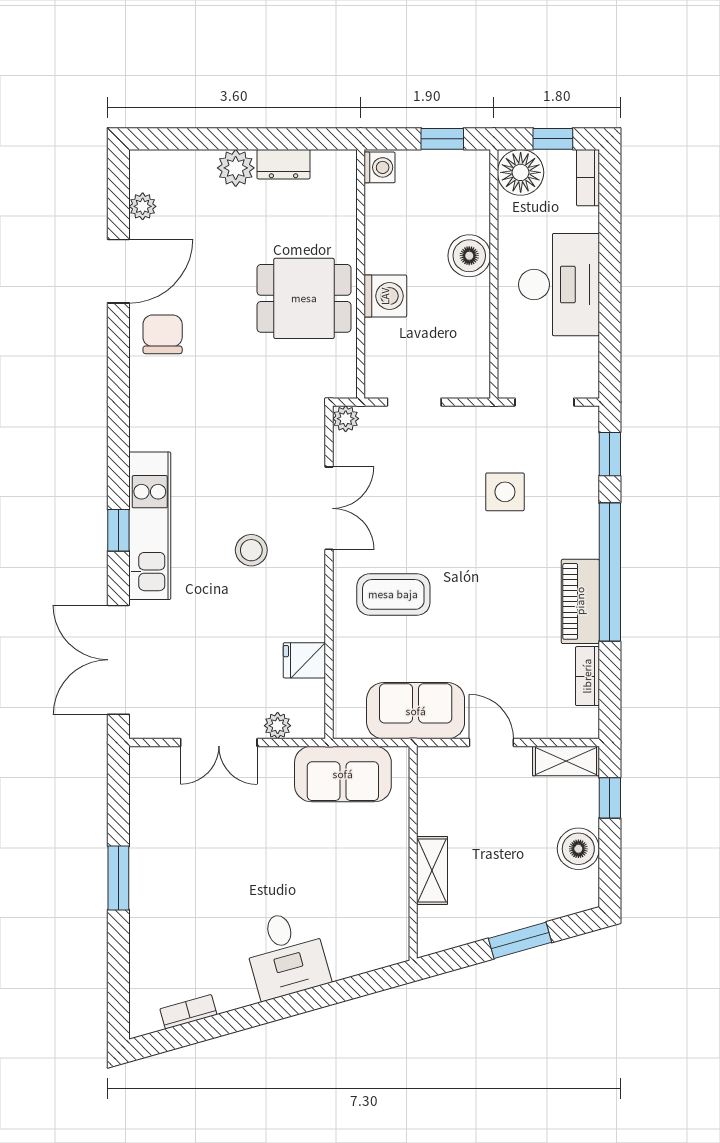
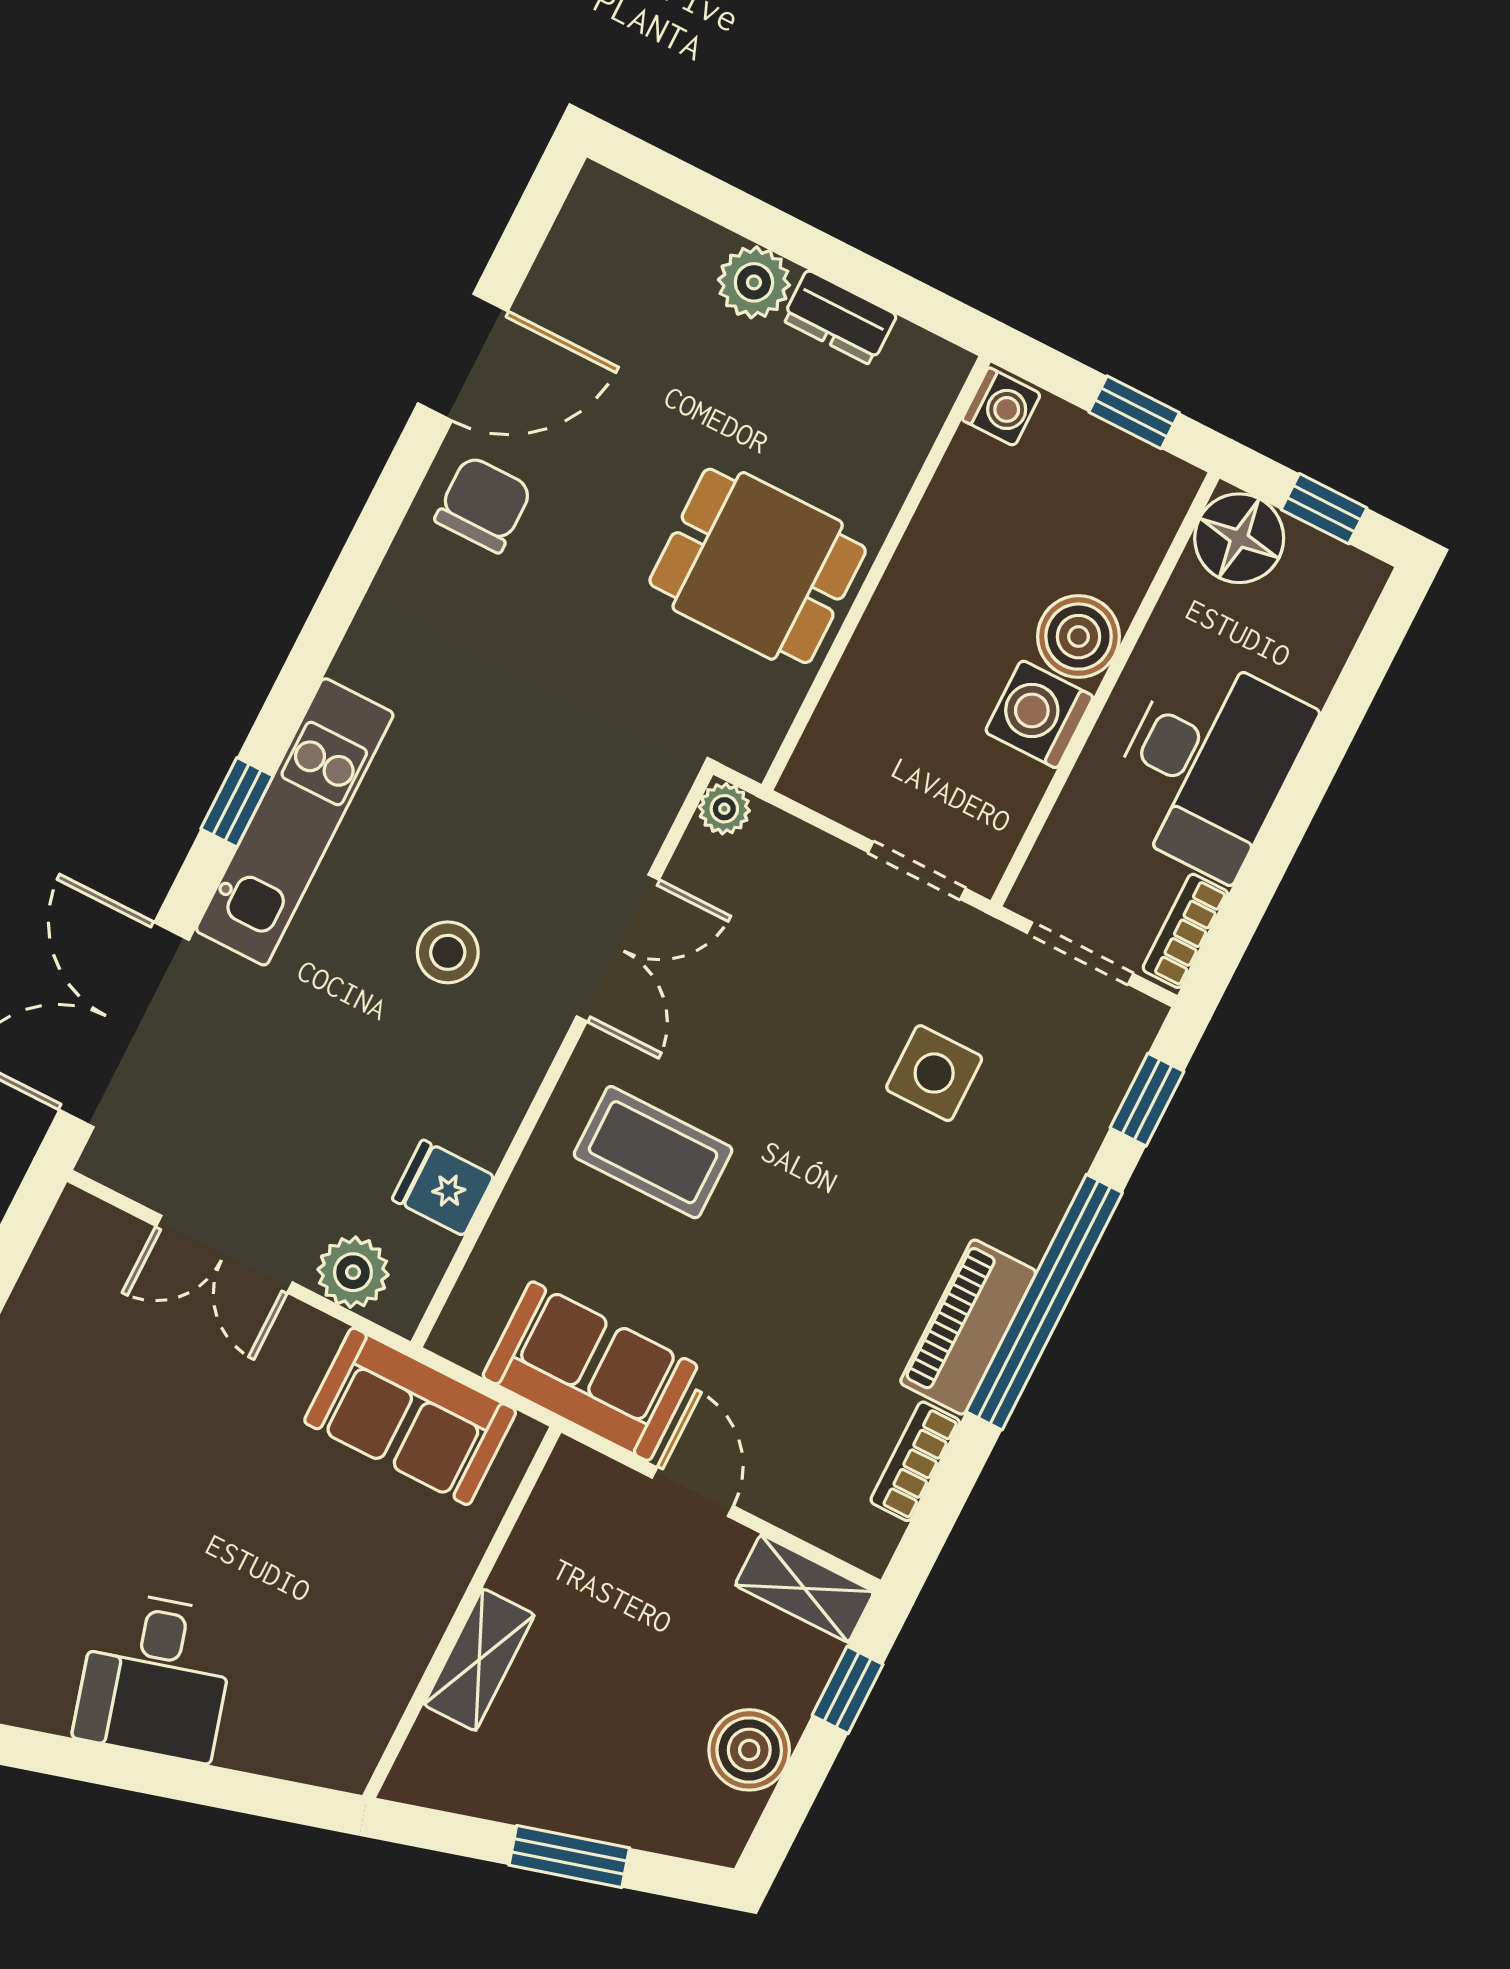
bookcase: (588, 178) -> (1185, 931), moved
plant: (143, 206) -> (561, 267), removed
washing machine: (385, 296) -> (1039, 714), moved, turned 180
doorway: (414, 402) -> (917, 870), moved
plant: (278, 726) -> (353, 1272), width x1.38, depth x1.38

